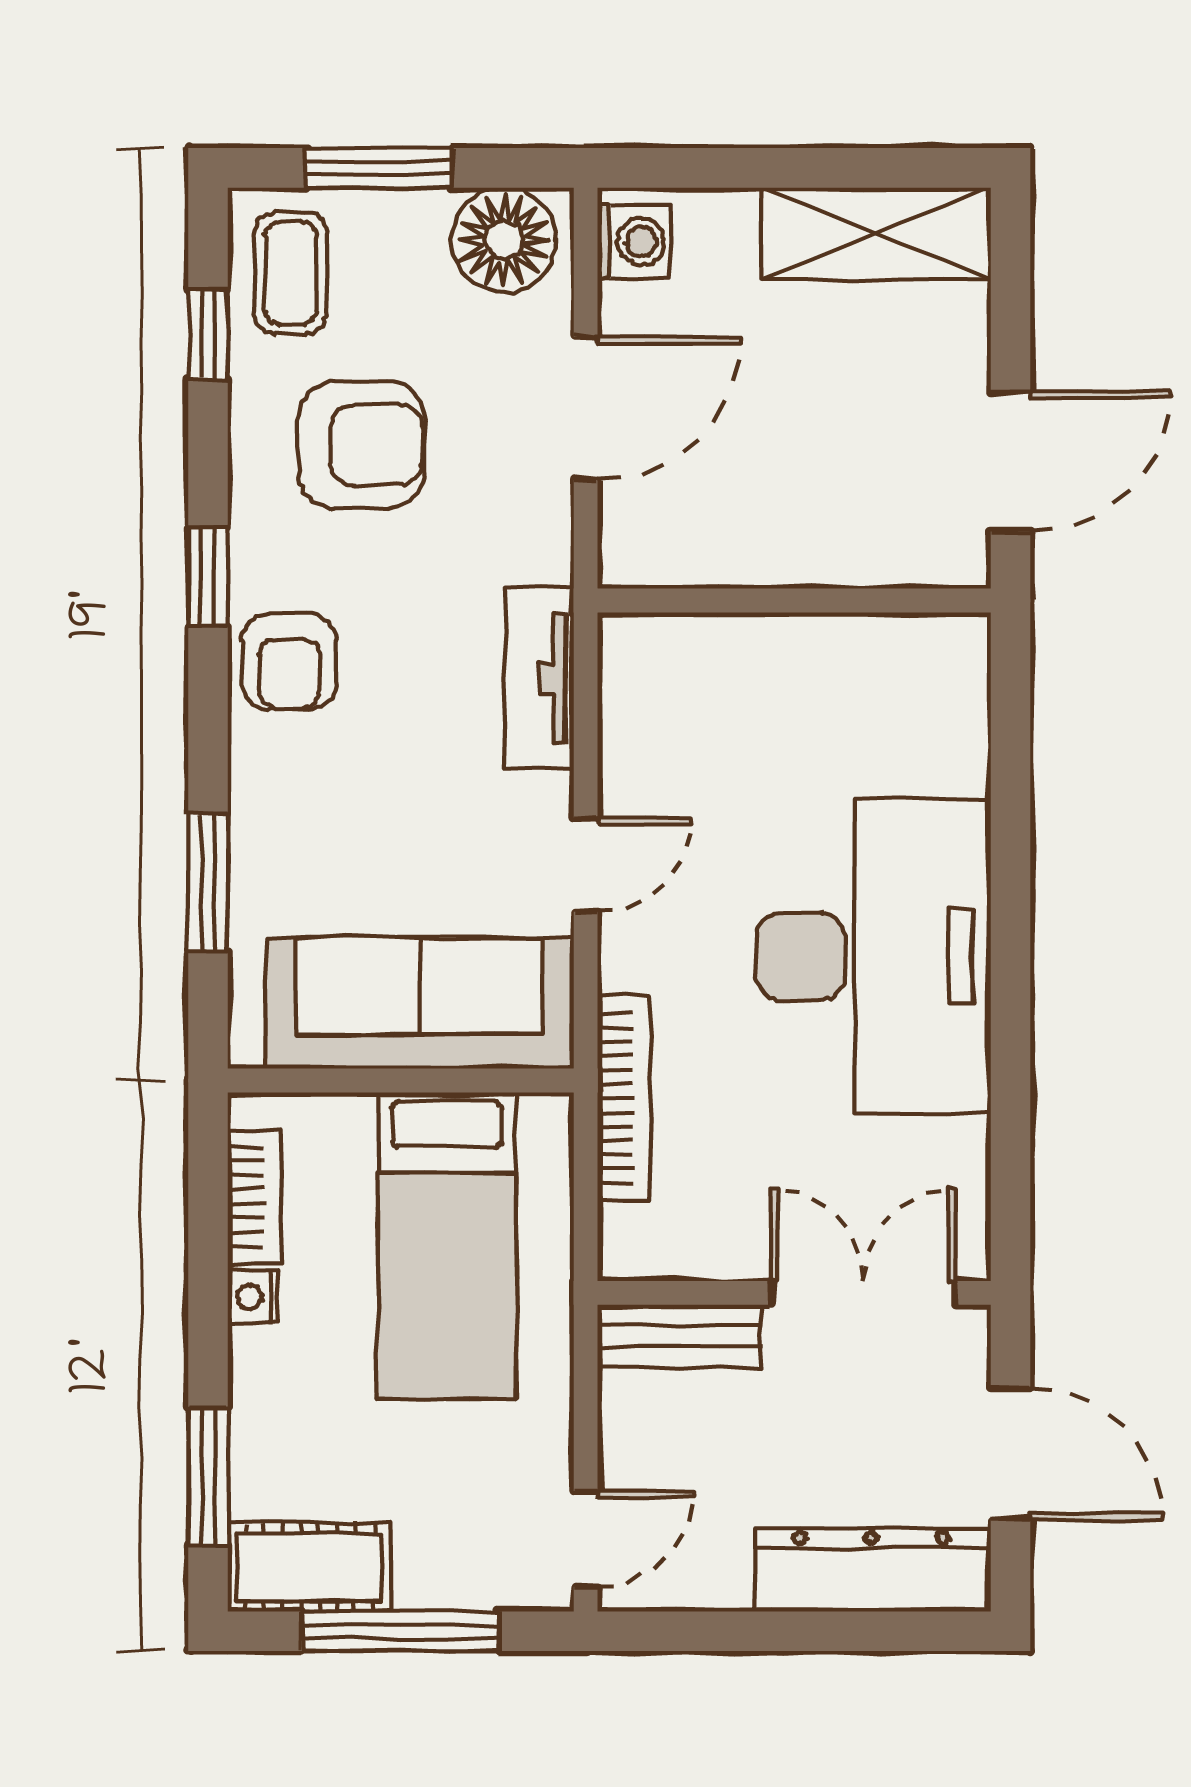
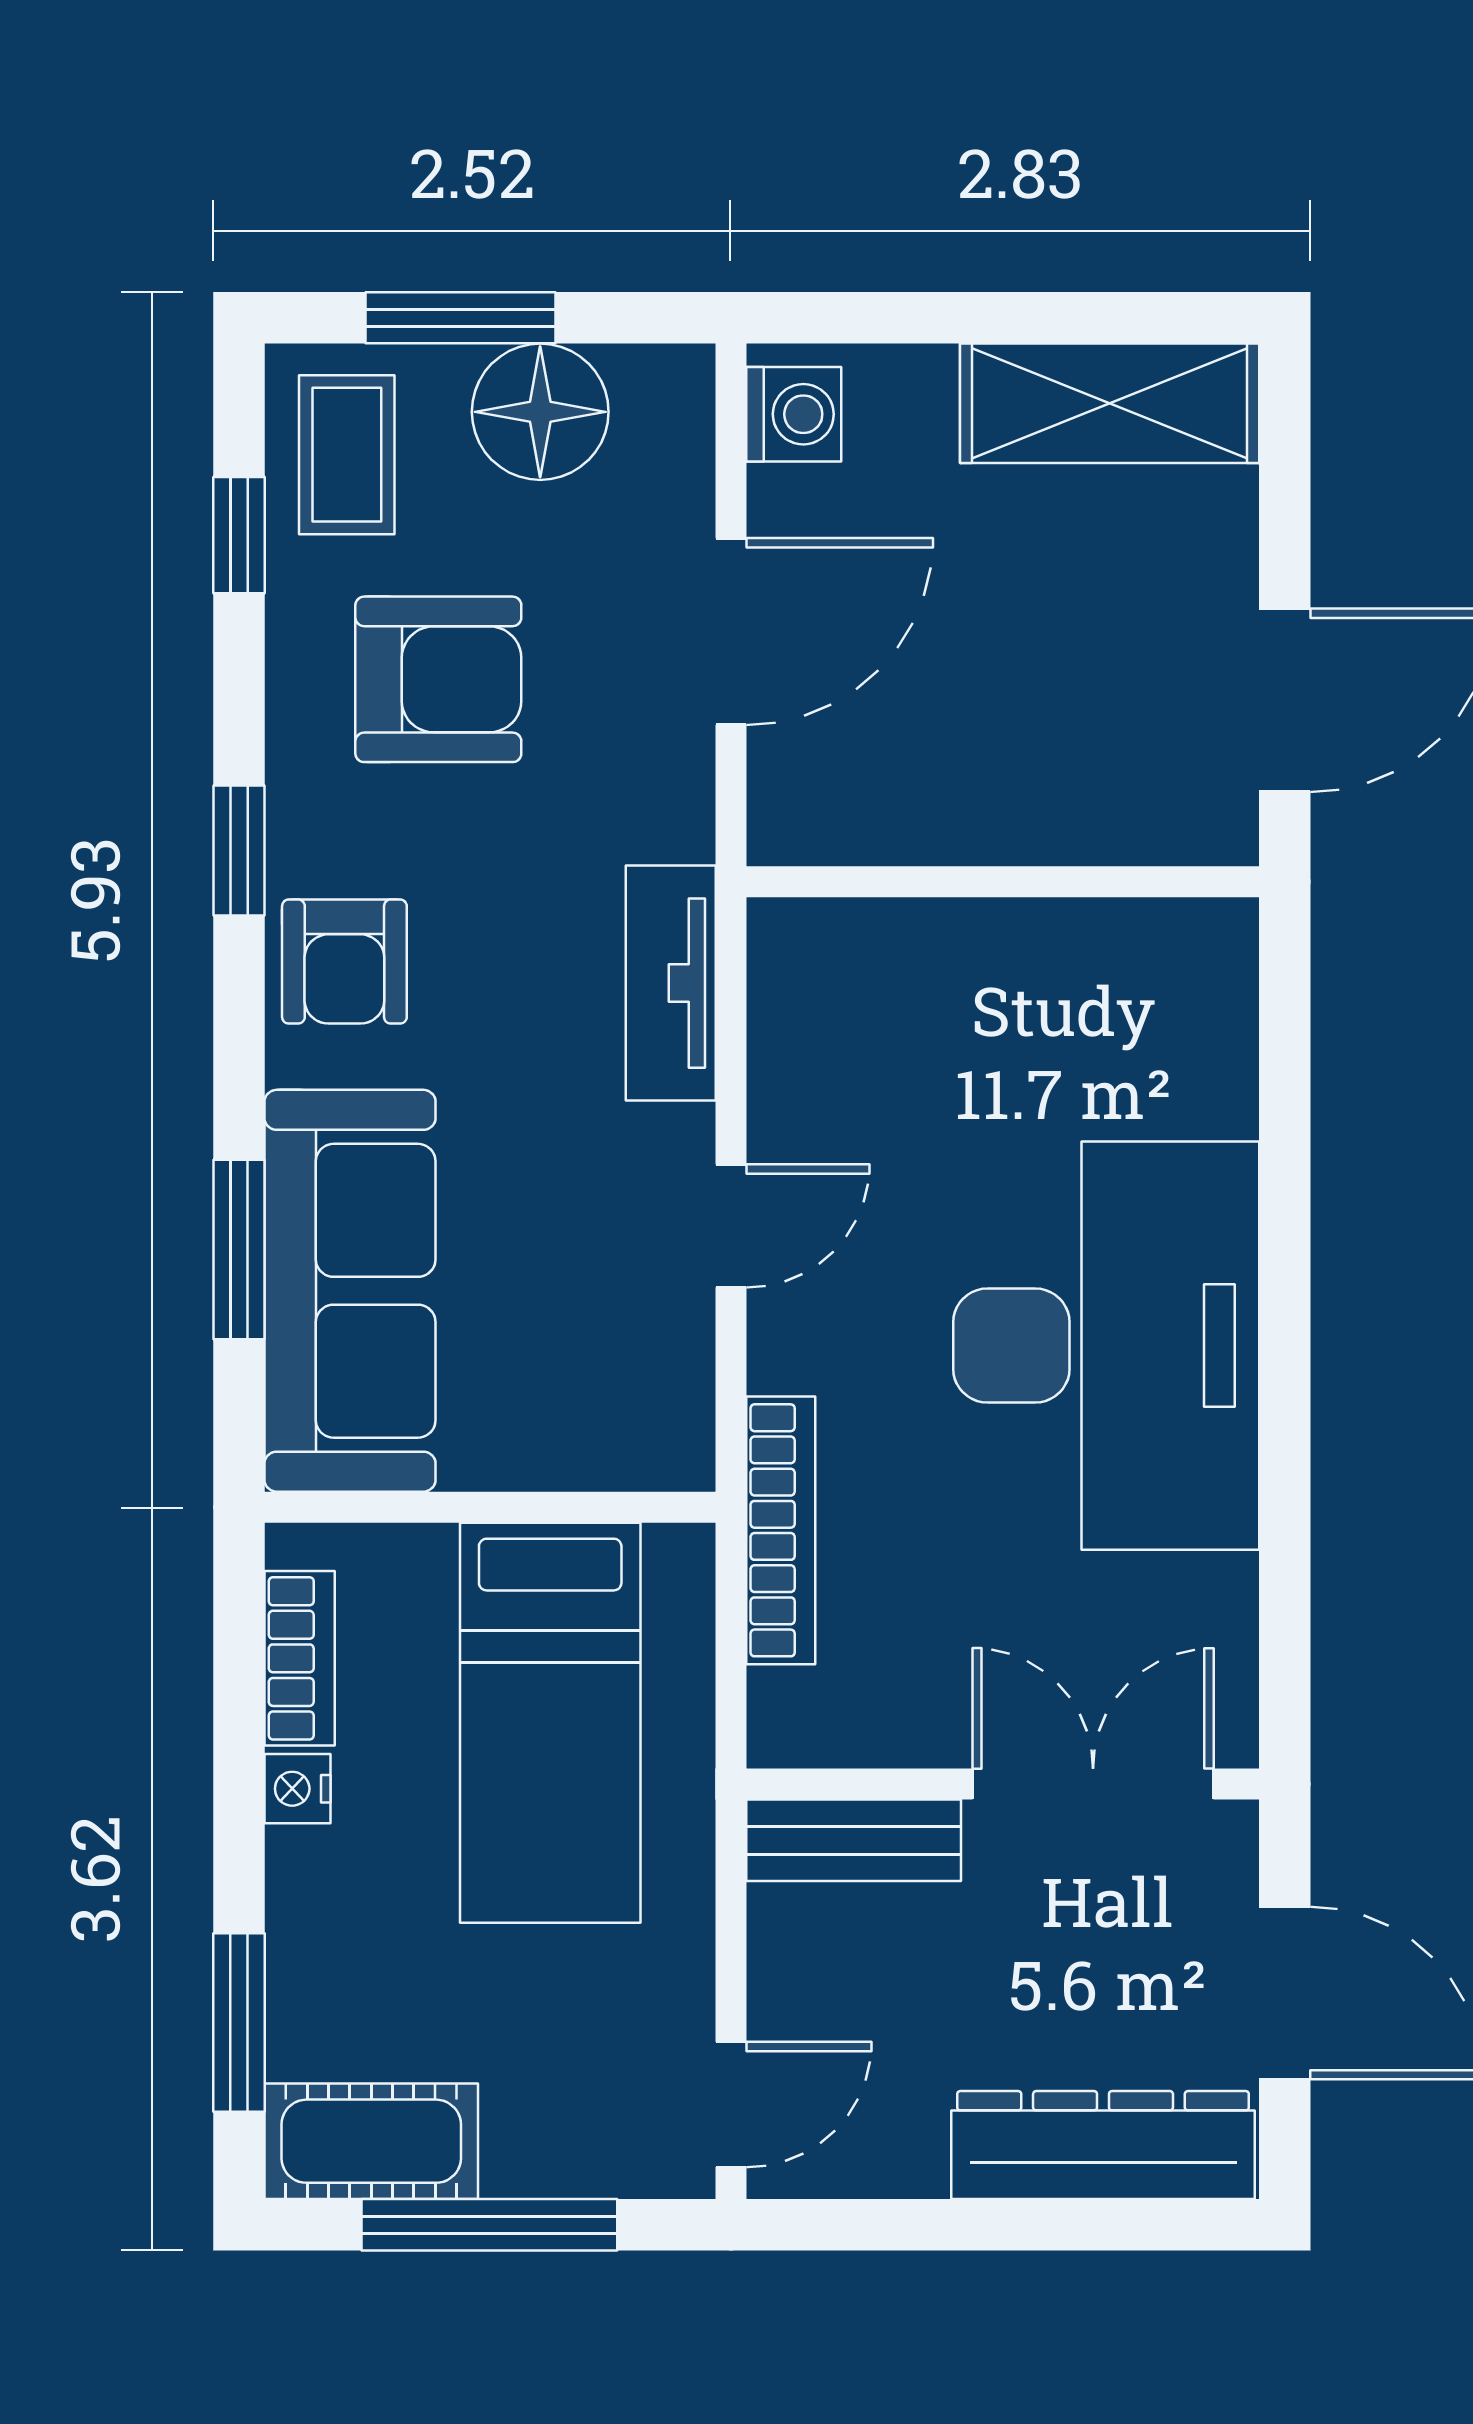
floor lamp: (504, 240) -> (540, 412), moved
sofa: (420, 1003) -> (350, 1291), moved, turned 90

